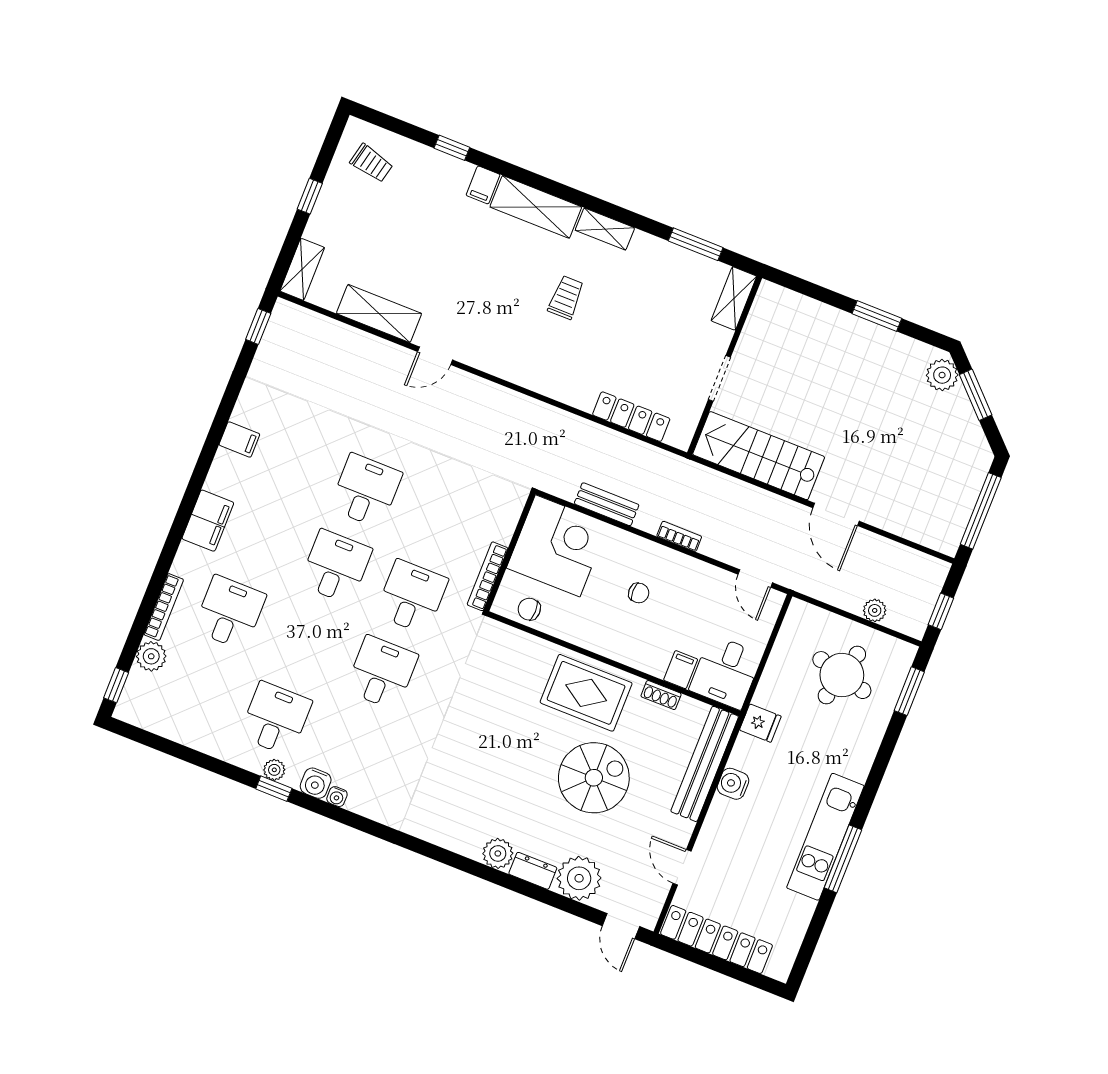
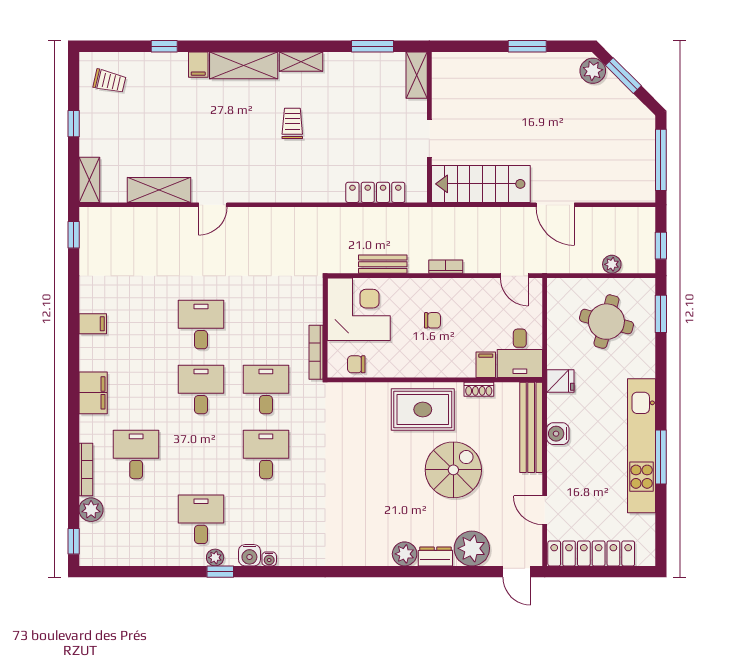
kitchen unit: (825, 837) -> (642, 446), width x1.36

